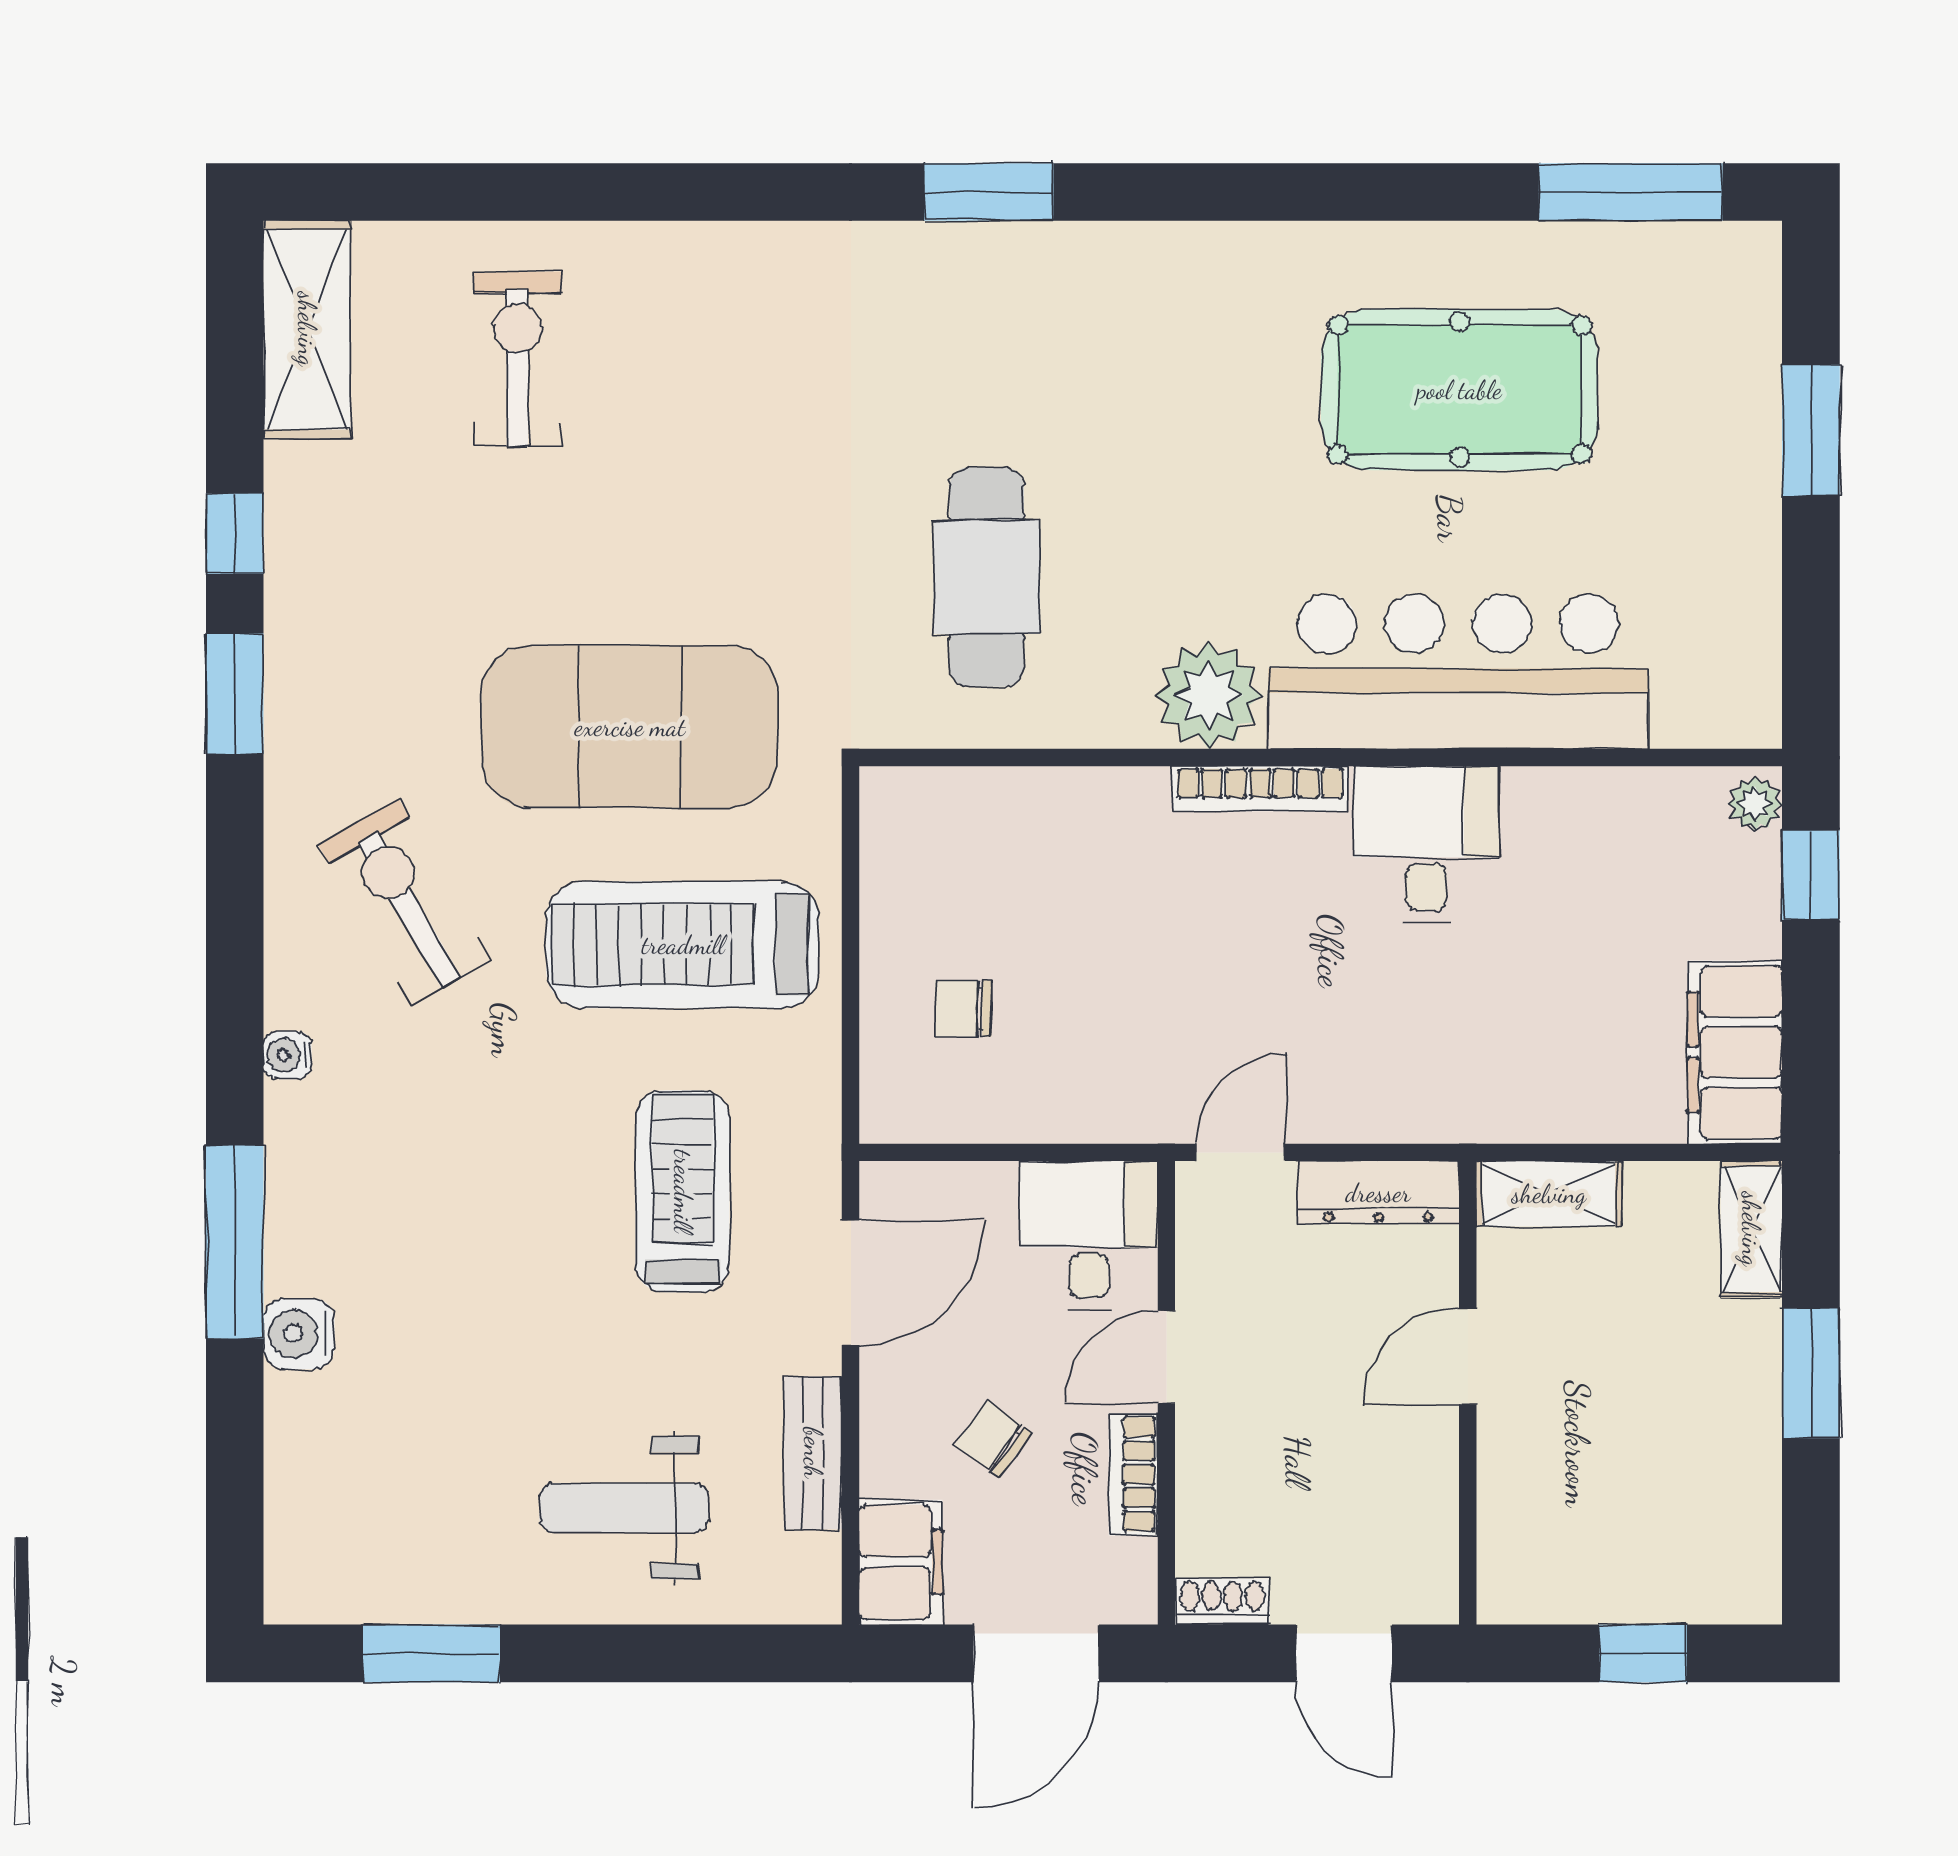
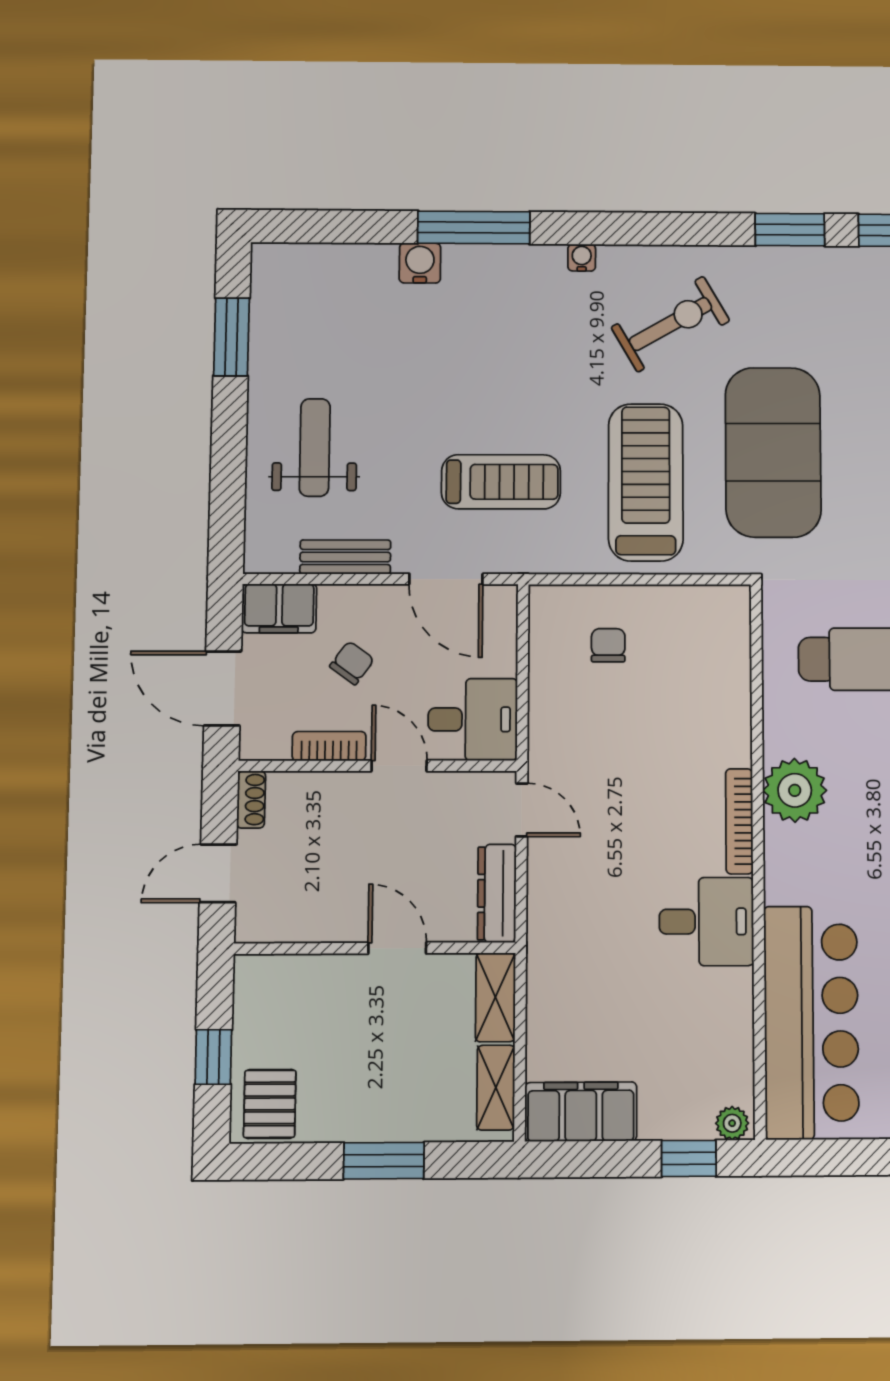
bar counter: (1458, 672) -> (811, 1022), moved
shelving: (1751, 1229) -> (496, 1088), moved, turned 90
pallet: (1719, 1560) -> (270, 1104), added

